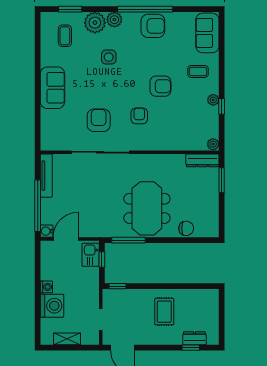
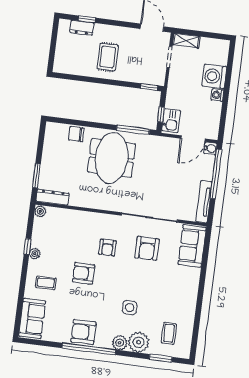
sofa: (52, 88) -> (192, 246), moved
shelving: (67, 339) -> (186, 41), moved

